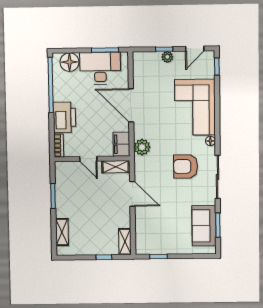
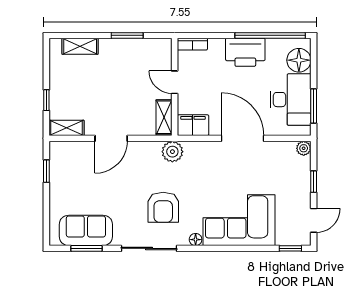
door: (195, 49) -> (314, 220), swing flipped
plant: (167, 57) -> (304, 148), moved
door: (131, 105) -> (243, 138), hinge flipped
printer: (64, 117) -> (245, 52), moved
plant: (142, 147) -> (172, 152), moved
door: (88, 159) -> (175, 82), hinge flipped
armchair: (186, 166) -> (163, 207), turned 180
door: (132, 194) -> (111, 138), moved

